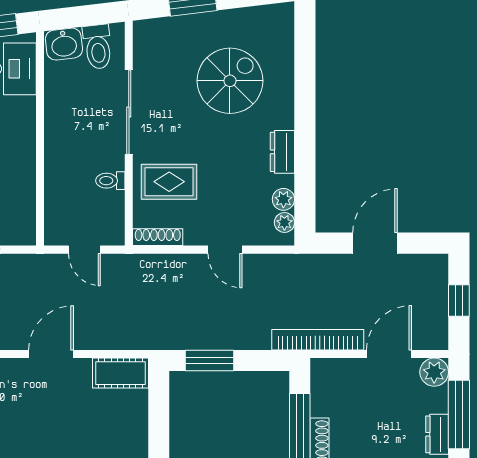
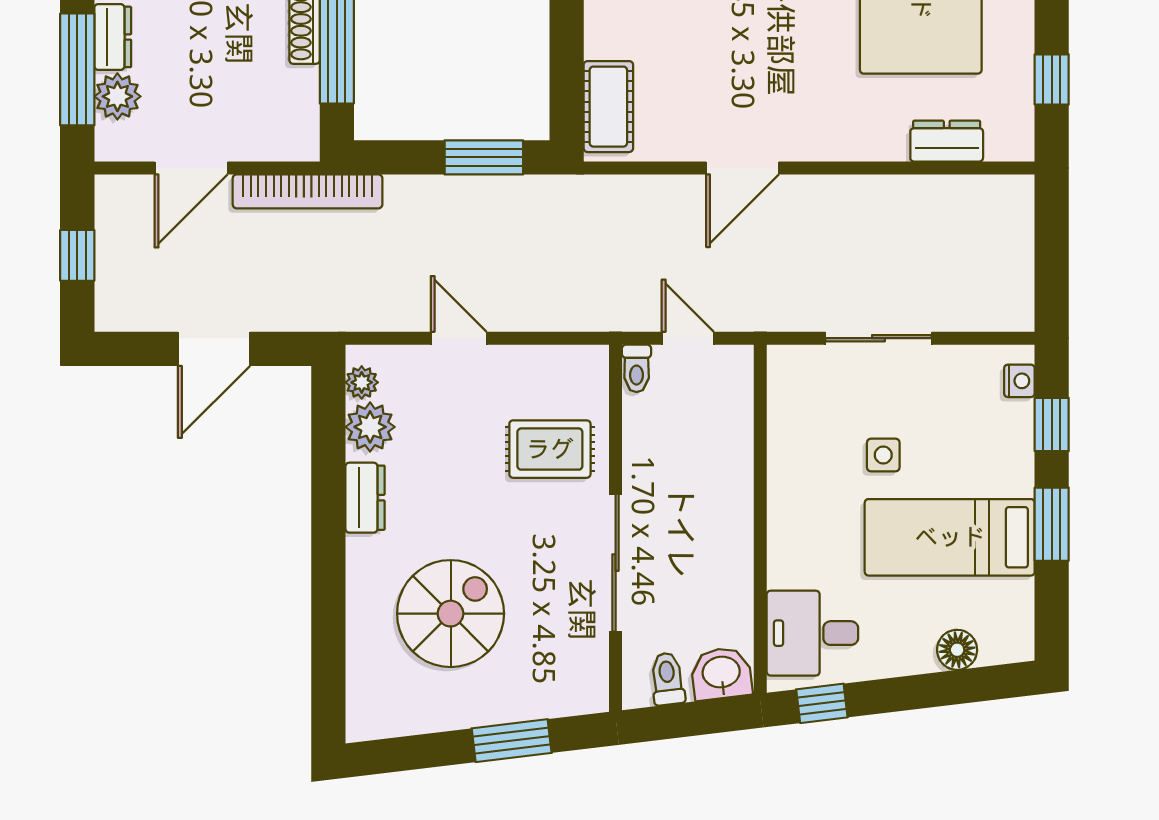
toilet: (98, 47) -> (667, 679), width x0.73, depth x0.72
spiral stairs: (230, 81) -> (451, 614), turned 180
toilet: (110, 181) -> (637, 368), moved, turned 90
plant: (283, 199) -> (370, 427), width x1.38, depth x1.38
shoe rack: (158, 237) -> (568, 358), removed
plant: (434, 372) -> (117, 96), moved
cot: (120, 373) -> (608, 107), moved, turned 90

